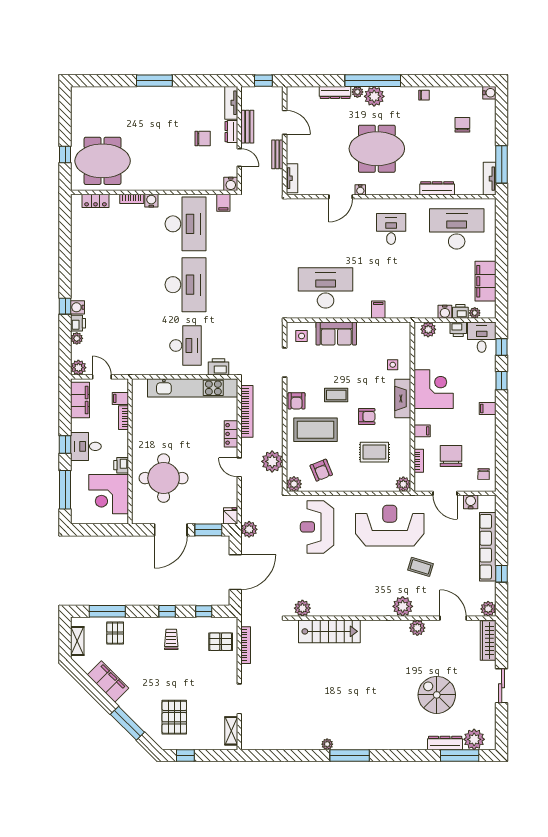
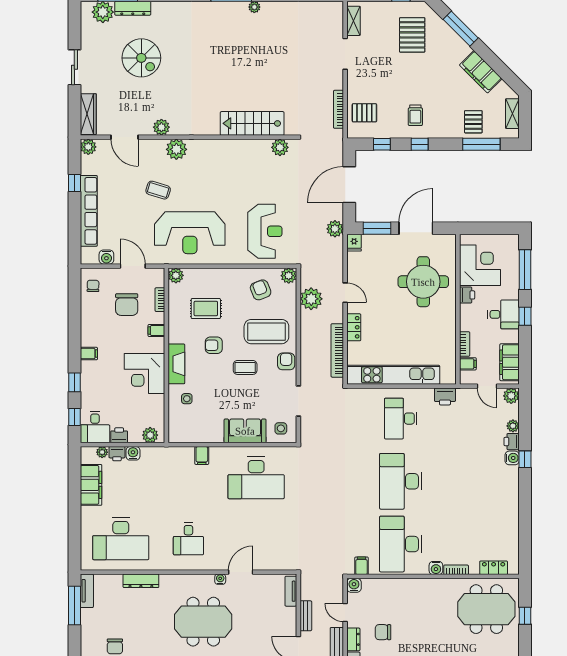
printer: (218, 367) -> (445, 396), moved

